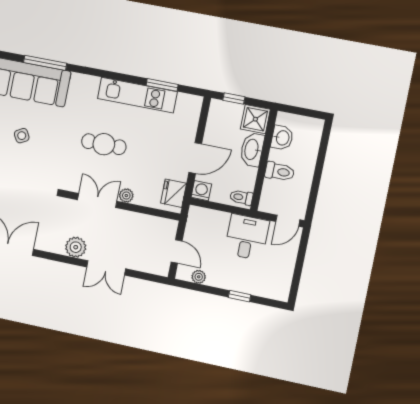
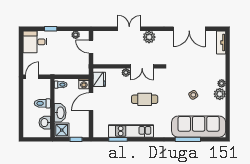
desk: (247, 237) -> (35, 42), moved, turned 90

